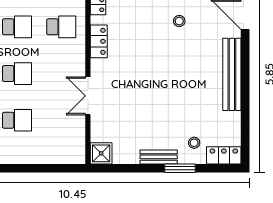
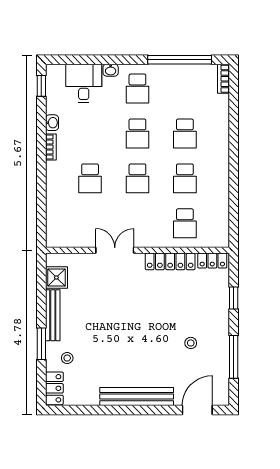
locker: (99, 41) -> (170, 261), width x1.53
shower: (101, 153) -> (56, 278), moved
bench: (159, 157) -> (53, 315), width x1.36

